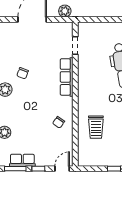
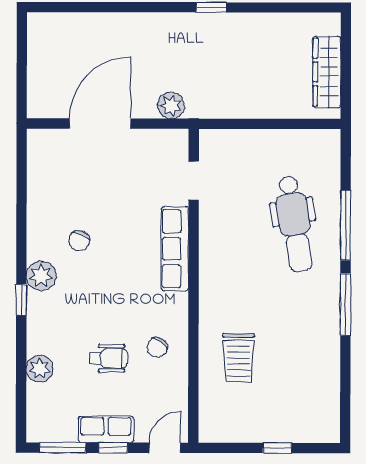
wheelchair: (36, 127) -> (108, 358), added
row of seats: (22, 160) -> (106, 429), moved

